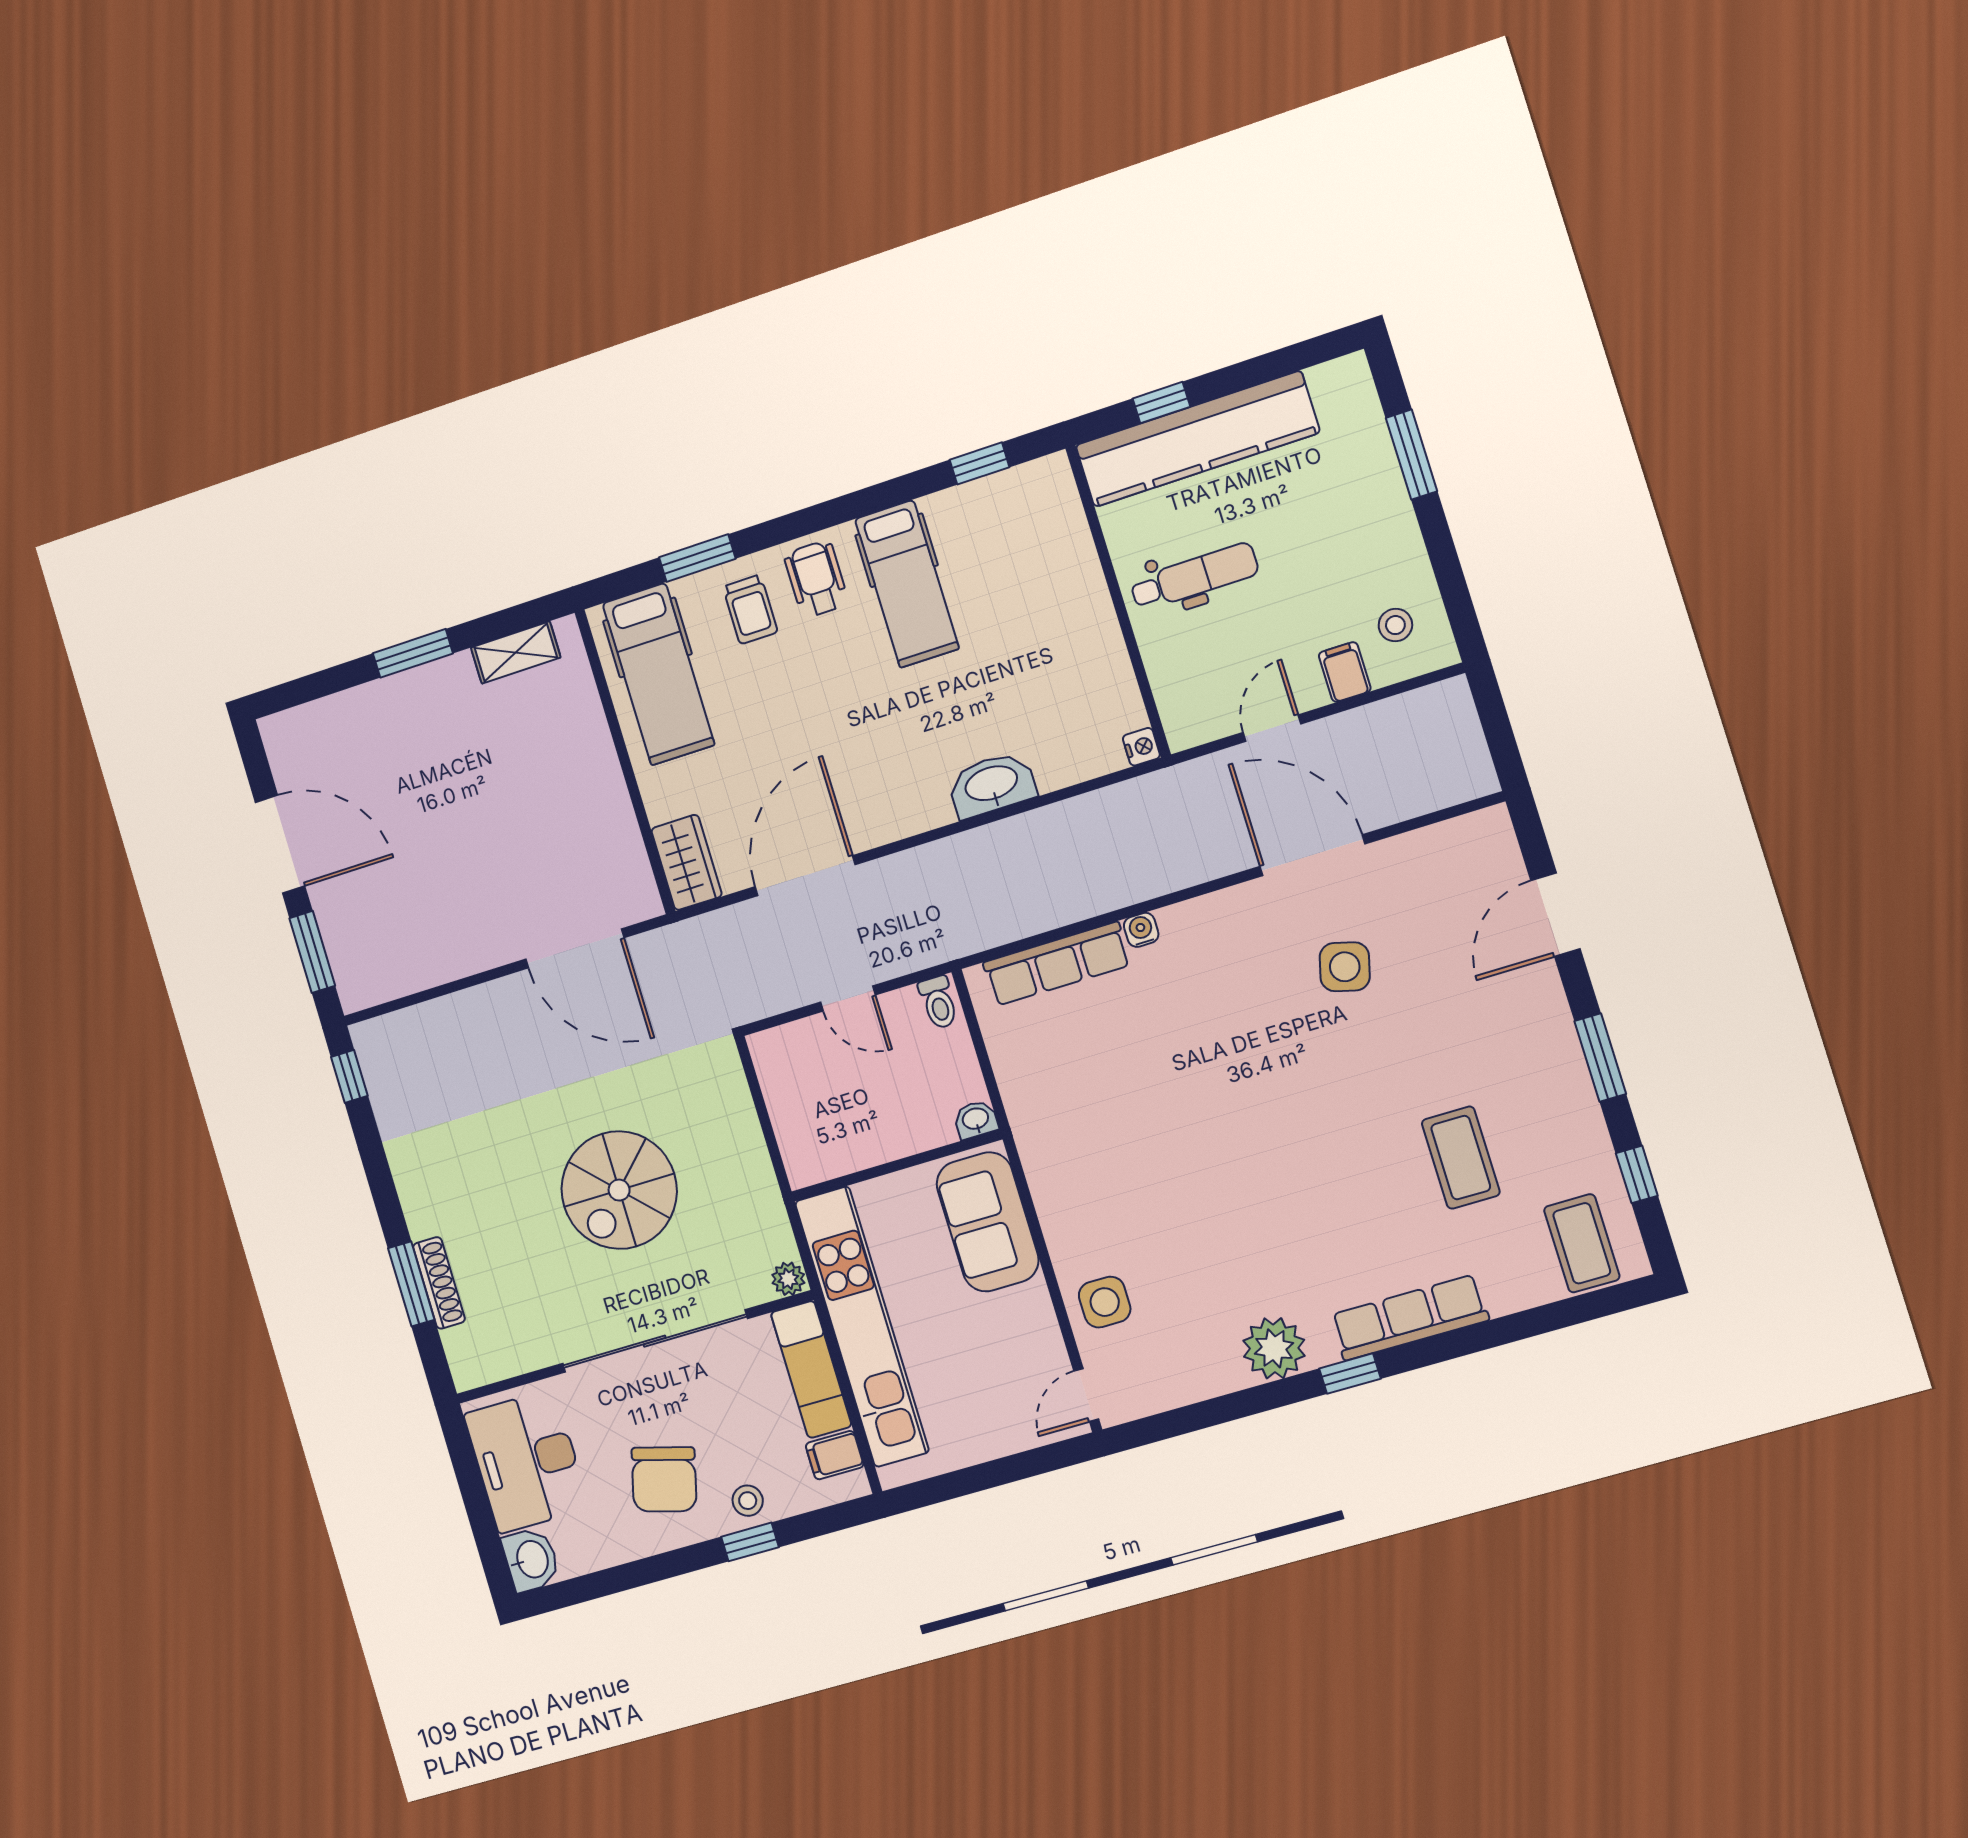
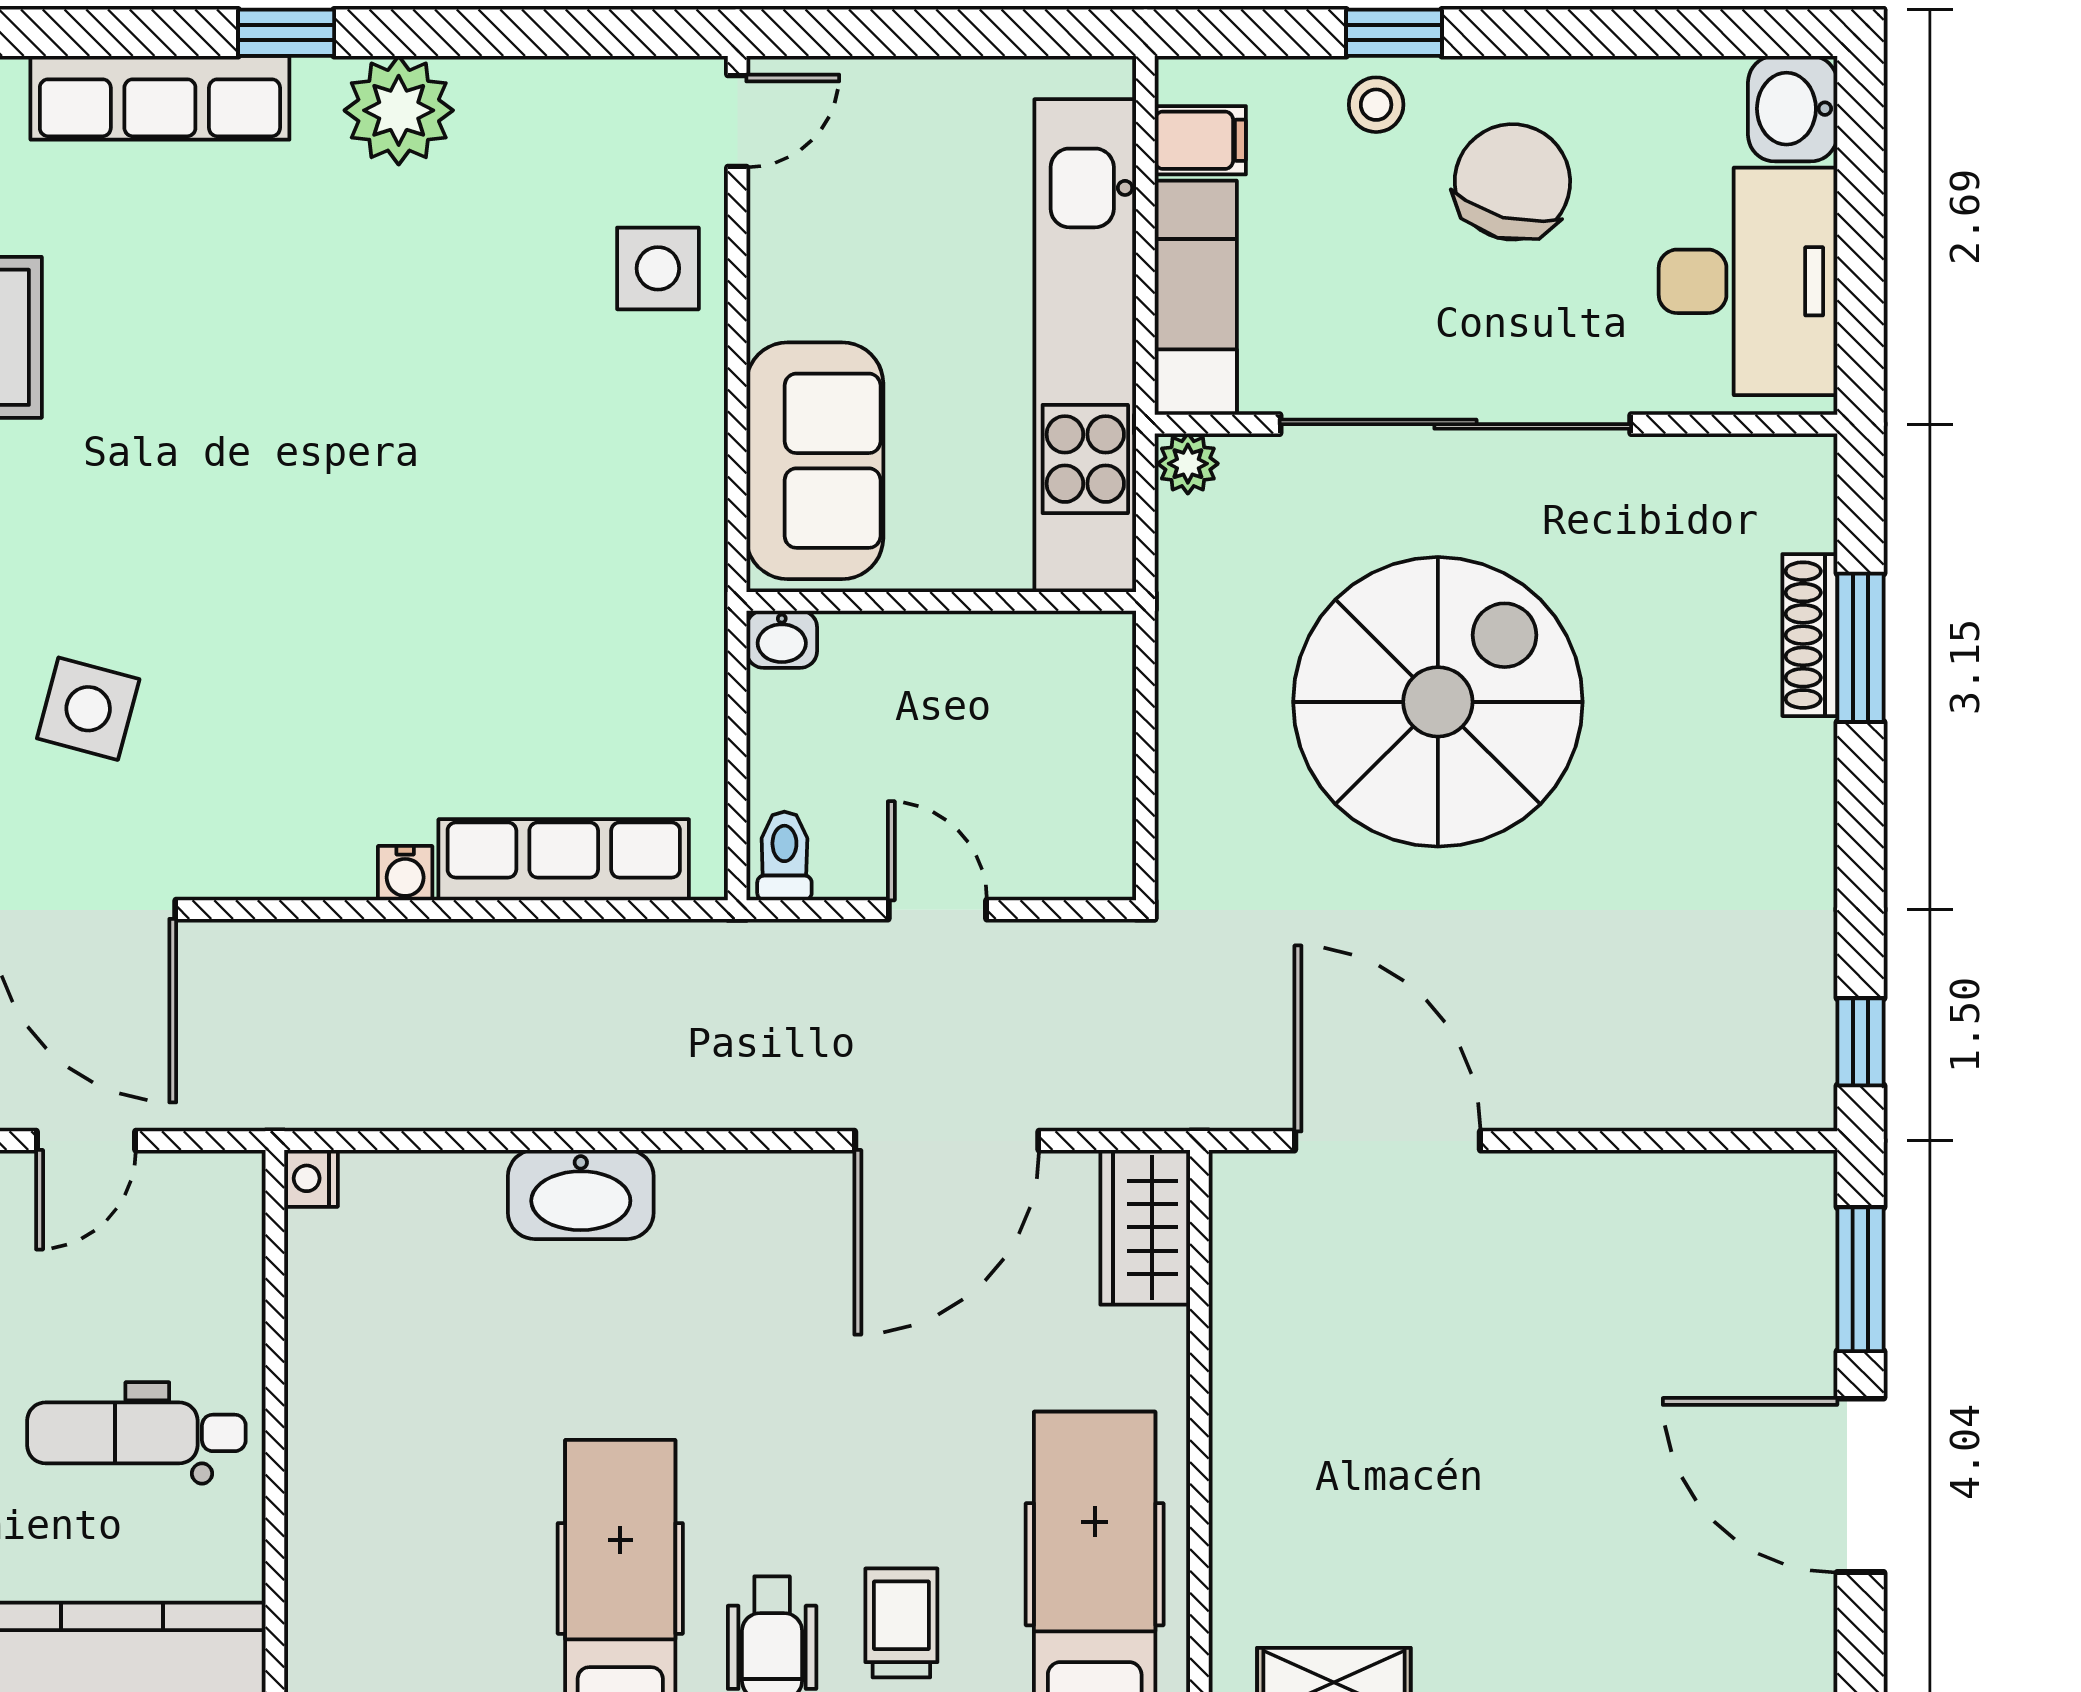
spiral stairs: (619, 1190) -> (1438, 702), width x1.37, depth x1.37

